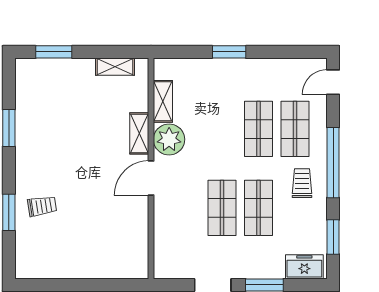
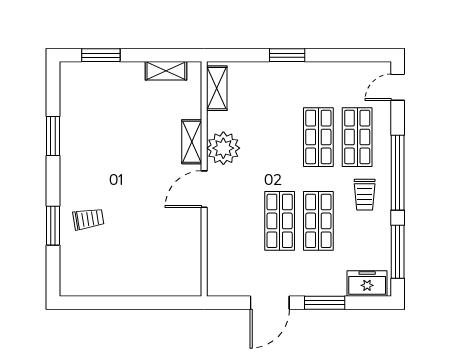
shelving: (163, 101) -> (217, 88), moved
trolley: (302, 183) -> (365, 195), turned 180
window: (333, 237) -> (398, 252), width x1.44

